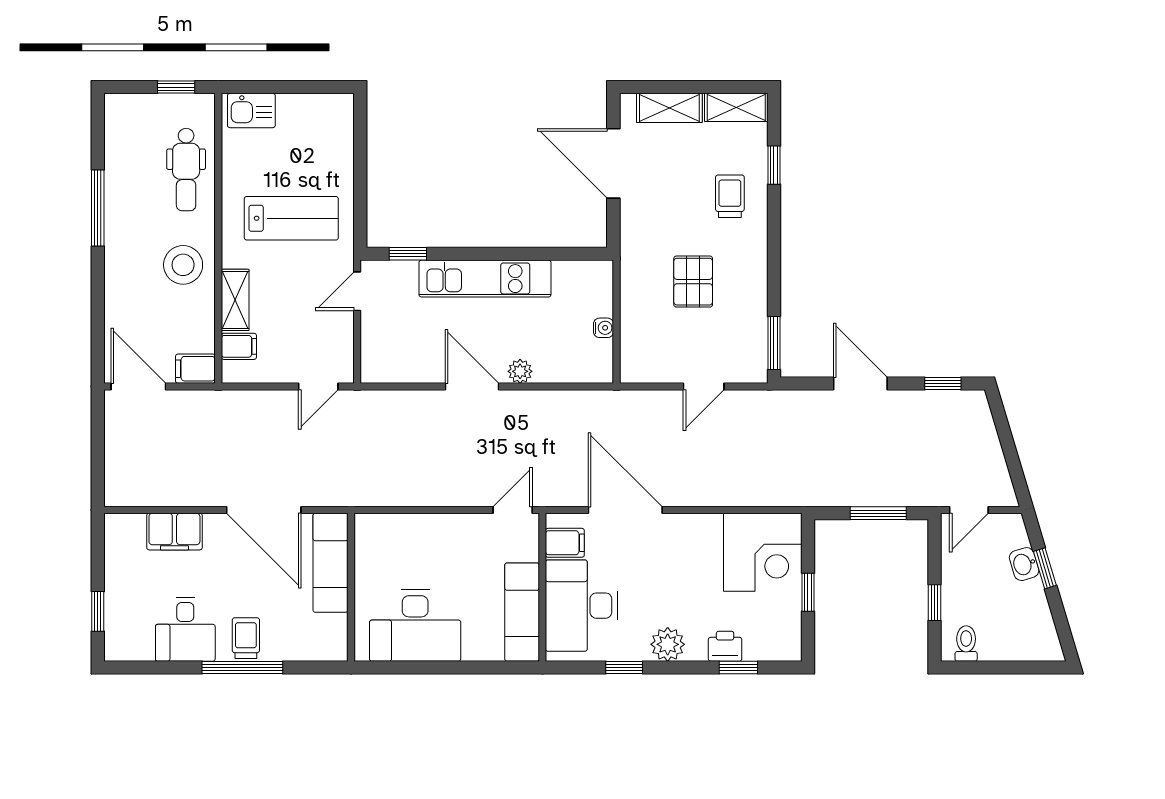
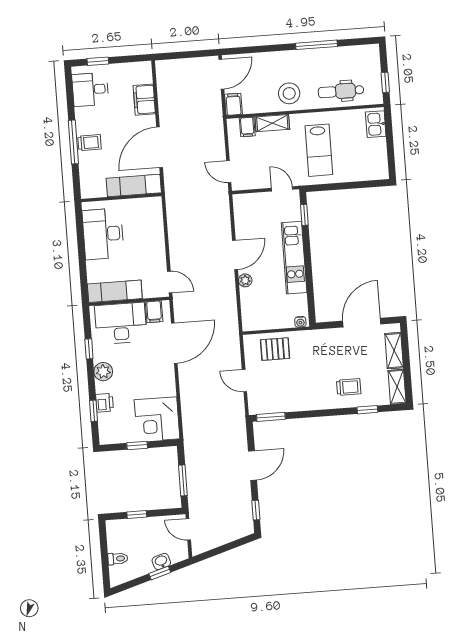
pallet: (693, 282) -> (275, 349), moved
water cooler: (604, 328) -> (300, 322), moved
desk: (185, 629) -> (90, 89), moved
toilet: (966, 644) -> (118, 559), moved

